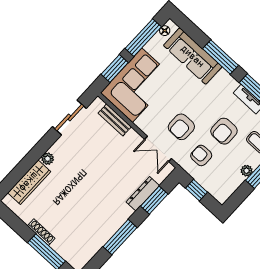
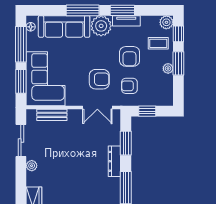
plant: (224, 84) -> (101, 26), added
armchair: (181, 127) -> (99, 79), turned -90
plant: (48, 159) -> (32, 166), moved
dresser: (143, 194) -> (114, 161), moved

